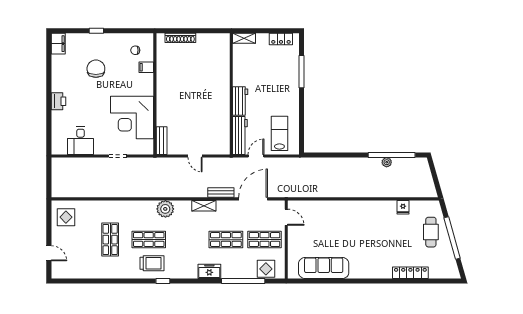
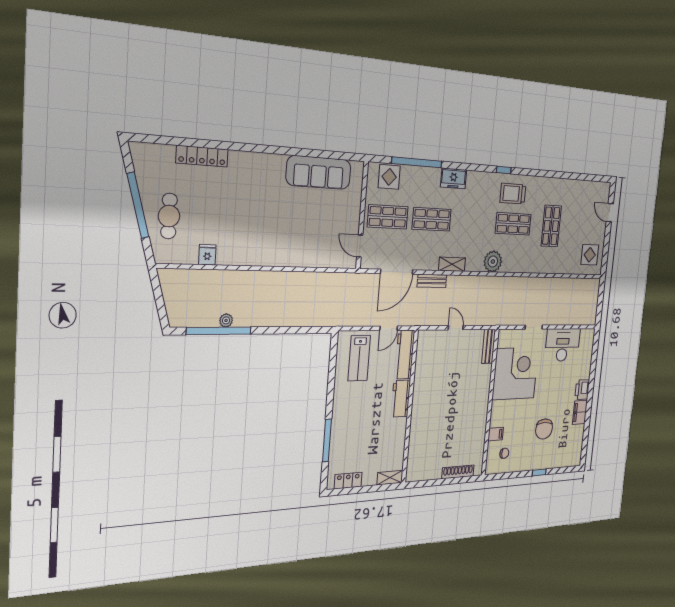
filing cabinet: (58, 44) -> (580, 412), moved
desk: (81, 141) -> (562, 345), width x1.37

